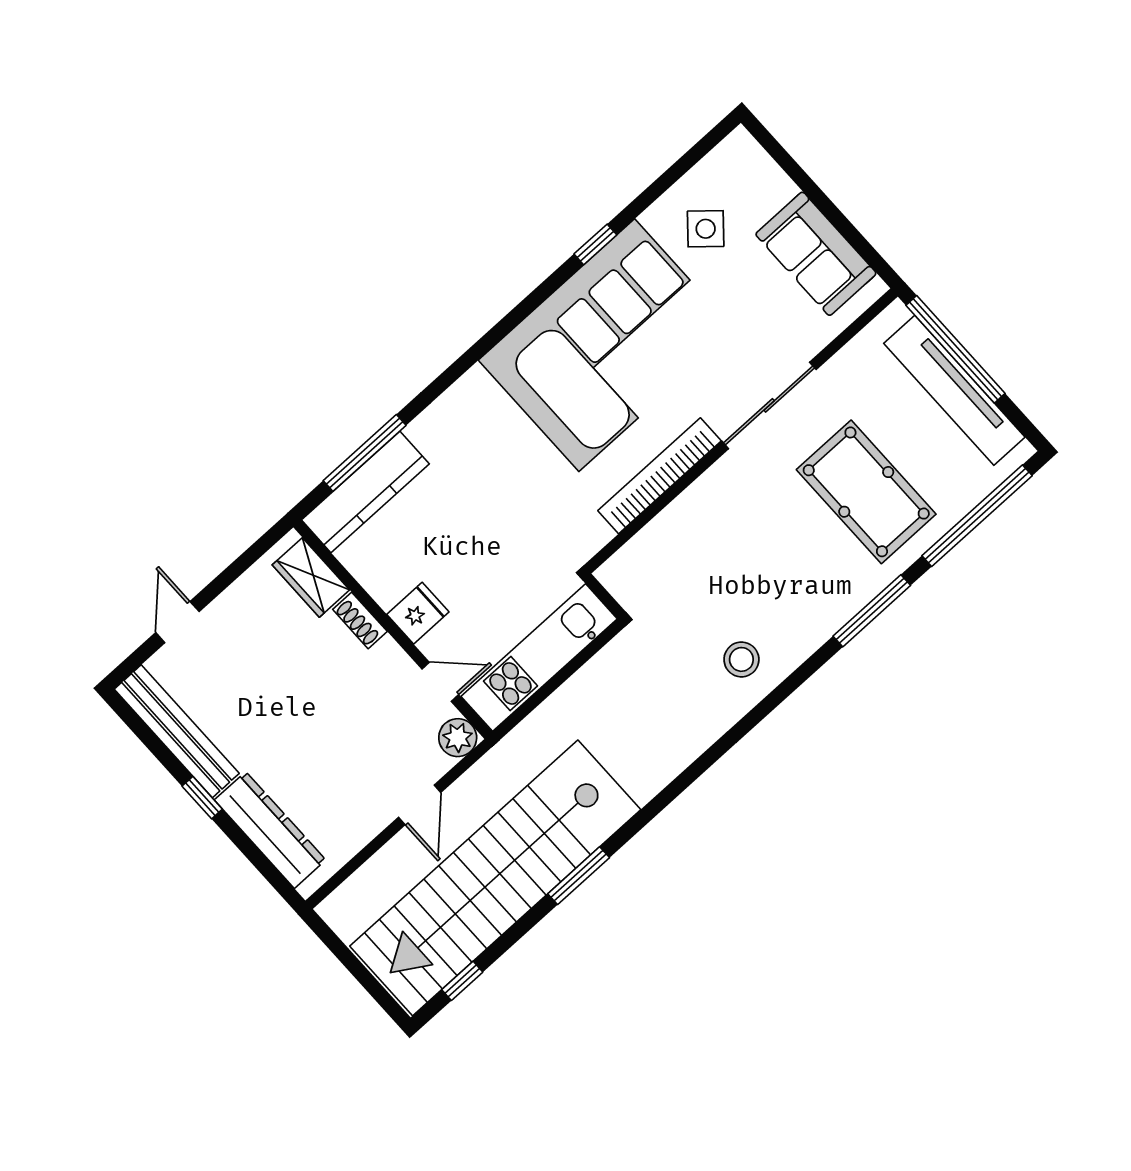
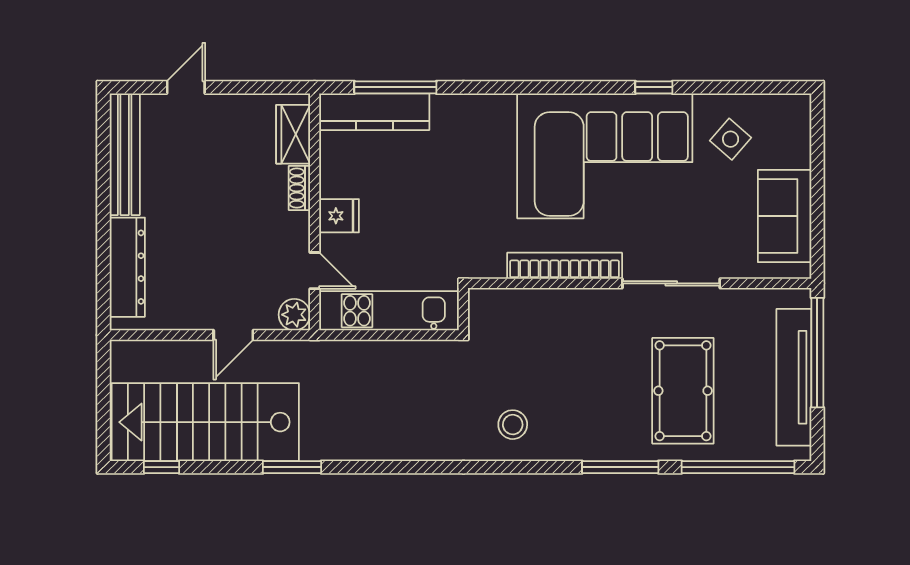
window: (202, 798) -> (103, 209), removed
stairs: (495, 878) -> (205, 422), width x0.73

